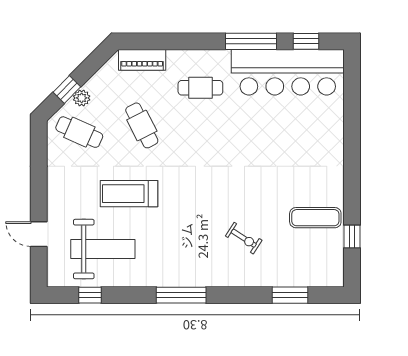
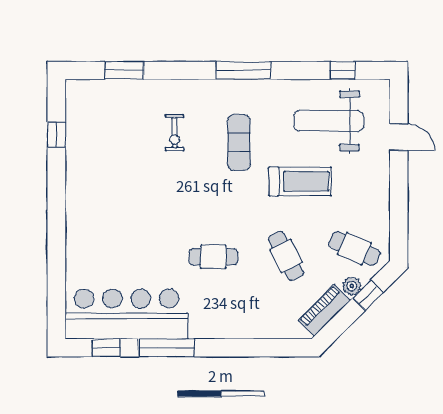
piano: (142, 60) -> (324, 310), moved, turned -45
cafe table: (200, 88) -> (213, 257), moved
exercise mat: (315, 218) -> (239, 142), moved, turned 90
exercise bike: (244, 238) -> (175, 133), turned -123

